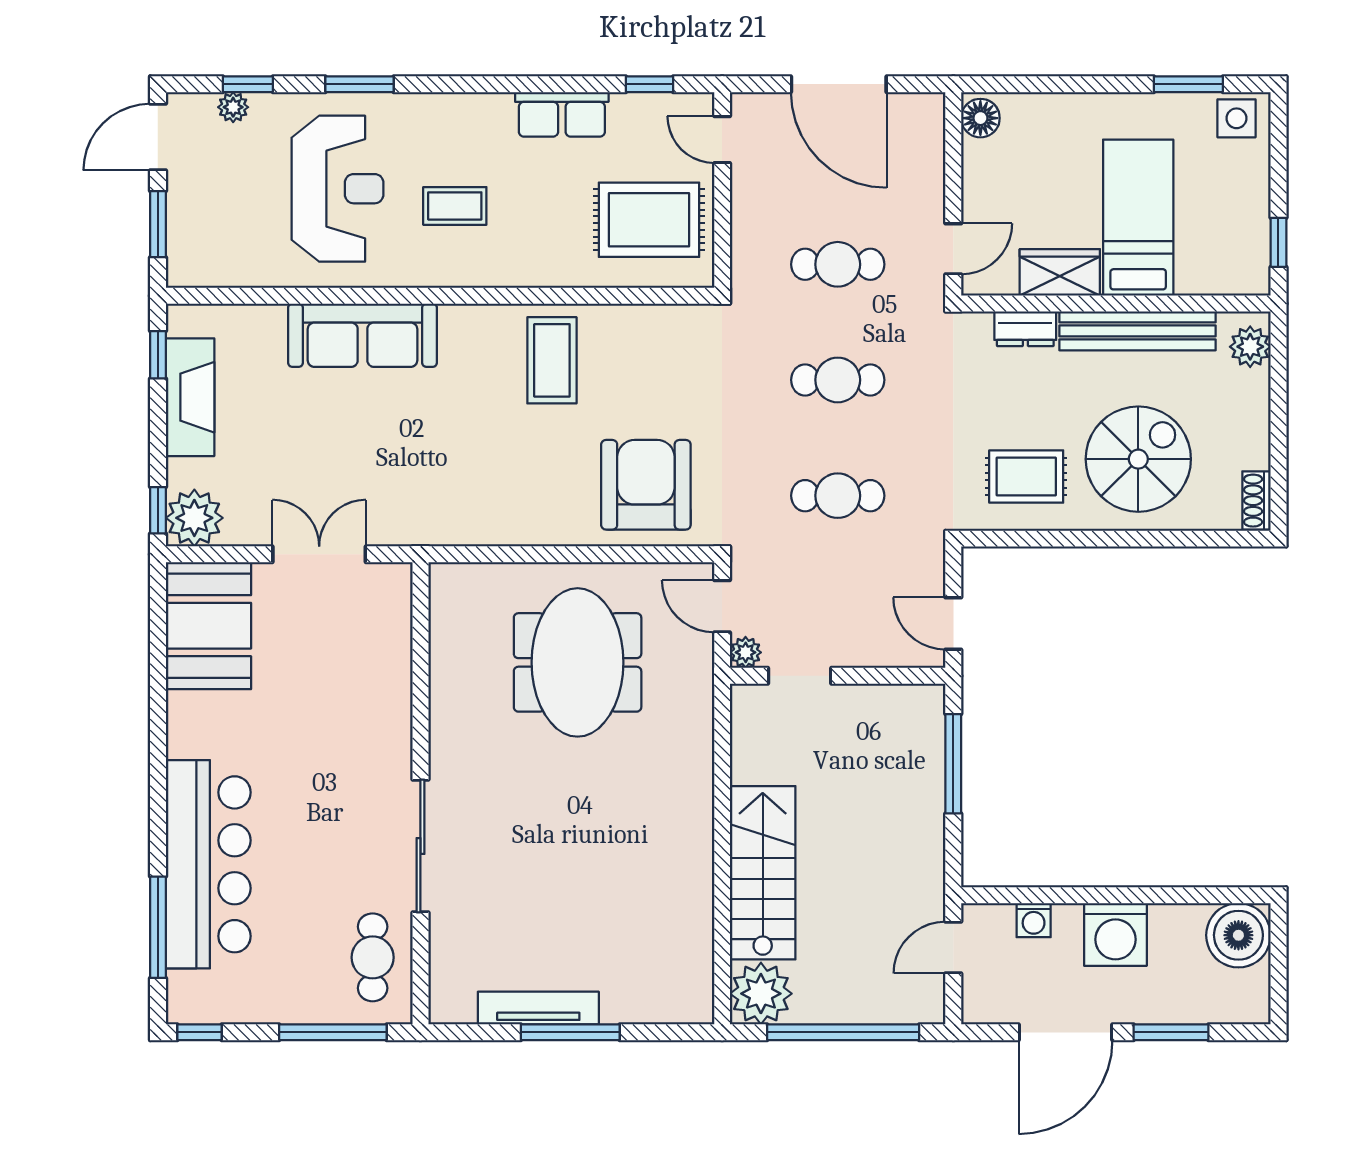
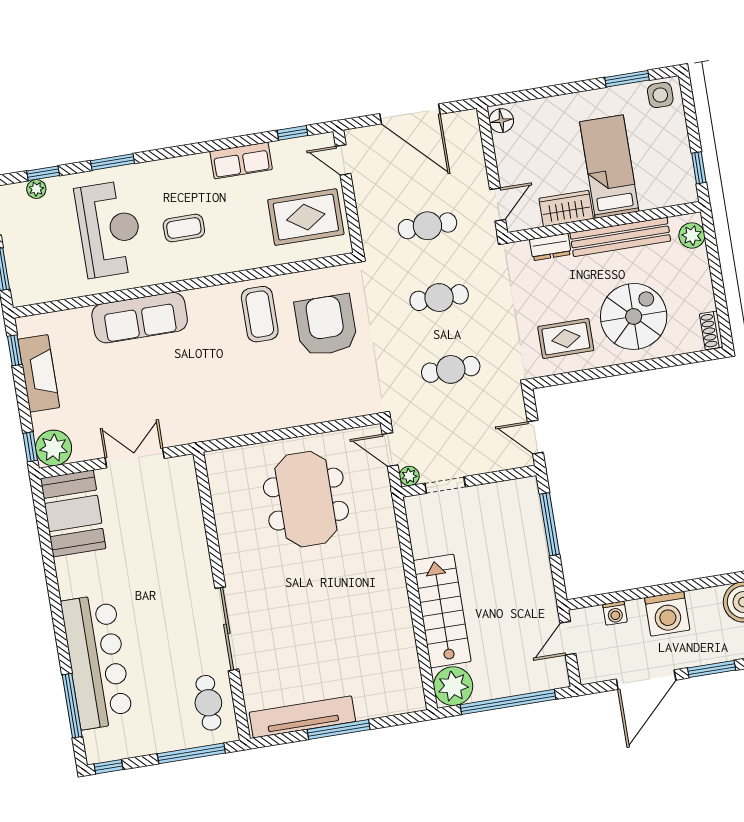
armchair: (646, 485) -> (326, 325), moved
tv unit: (538, 1008) -> (302, 717), width x1.36, depth x1.29

